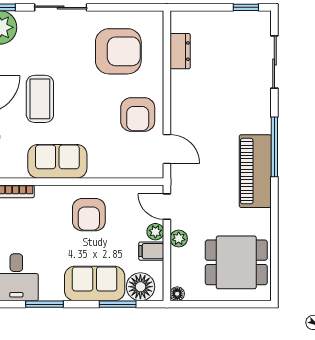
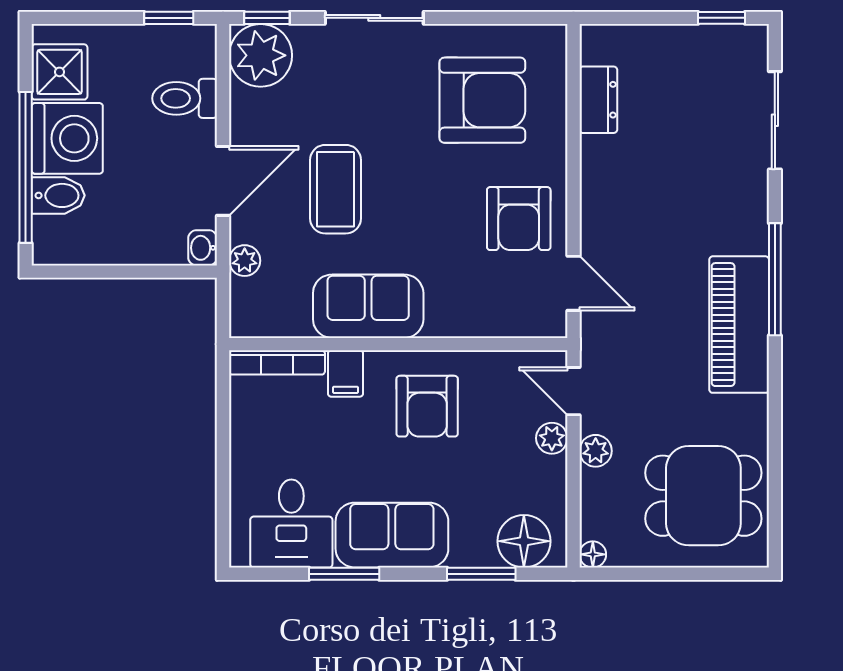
filing cabinet: (151, 251) -> (346, 373), moved, turned -90
sofa: (95, 283) -> (392, 535), moved

